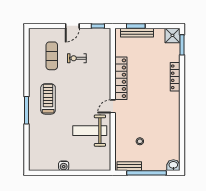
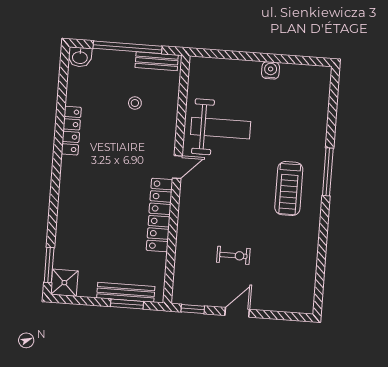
exercise mat: (52, 56) -> (277, 263), removed
locker: (175, 77) -> (71, 131), moved

